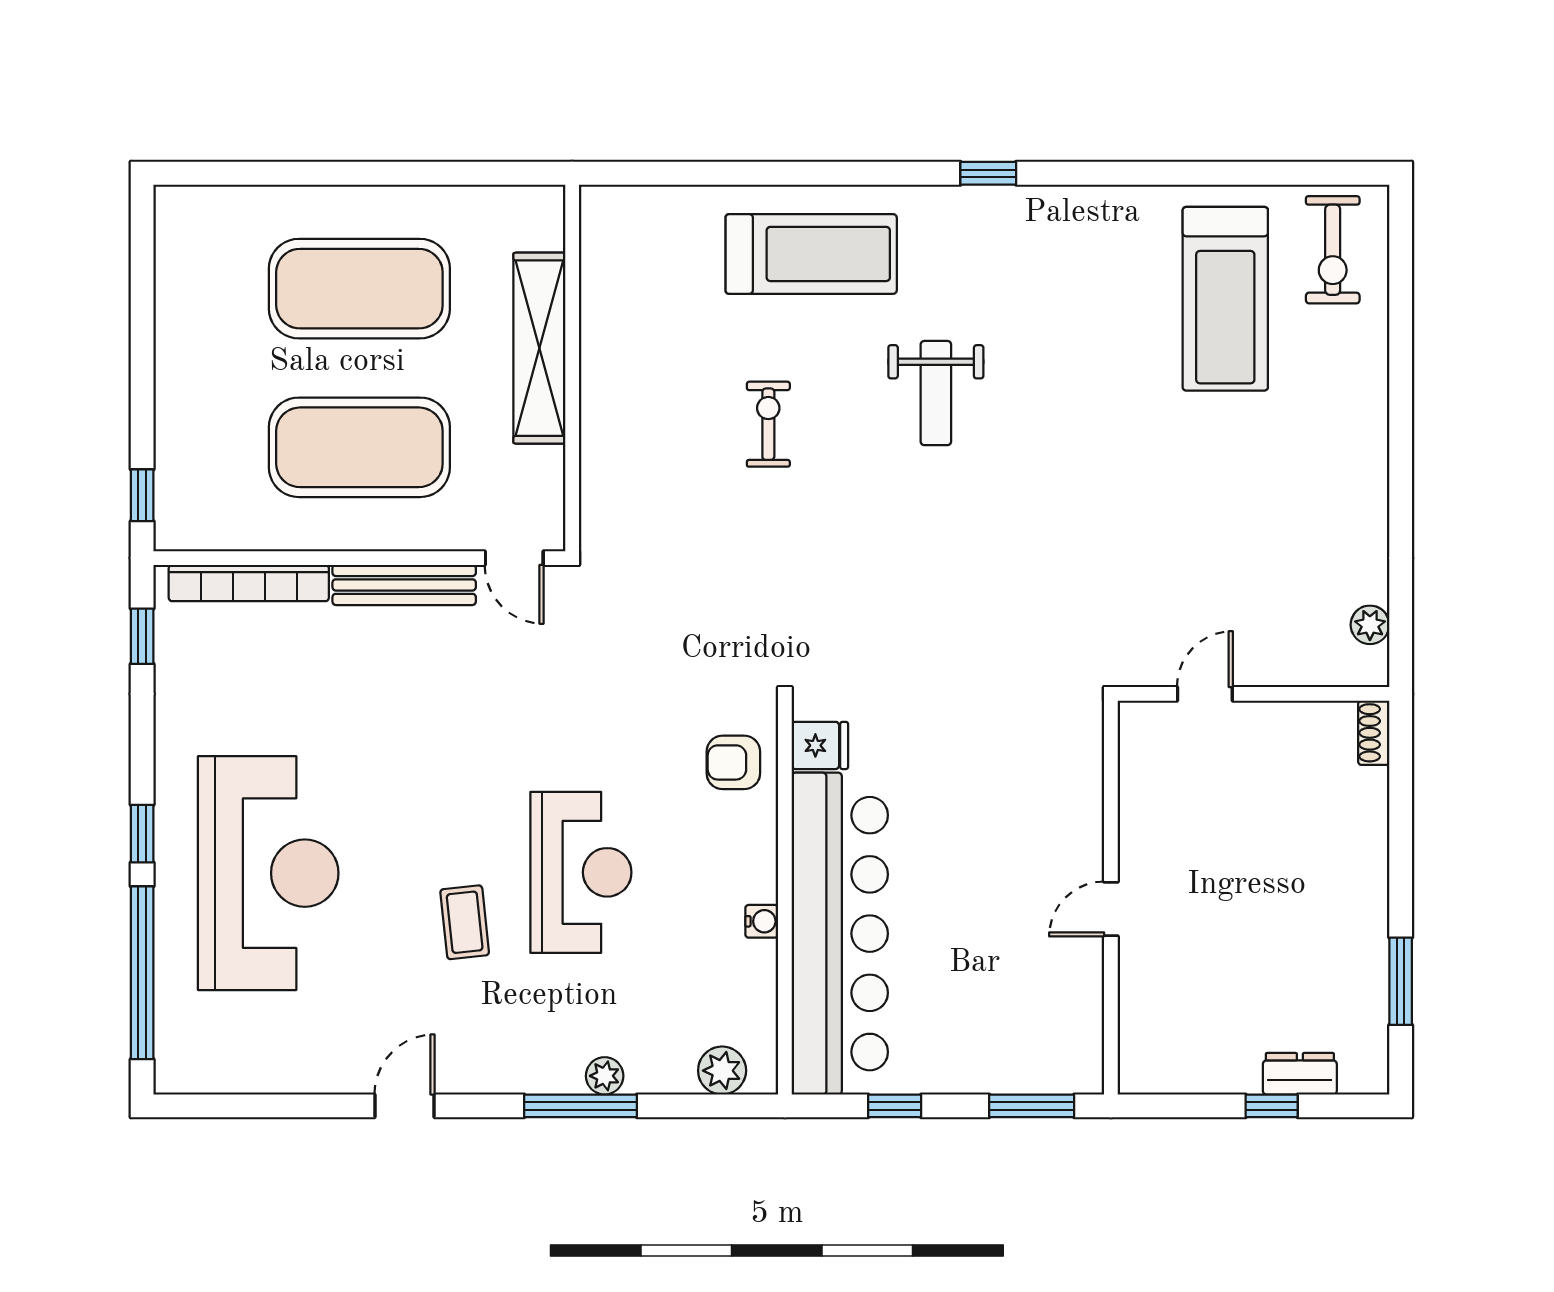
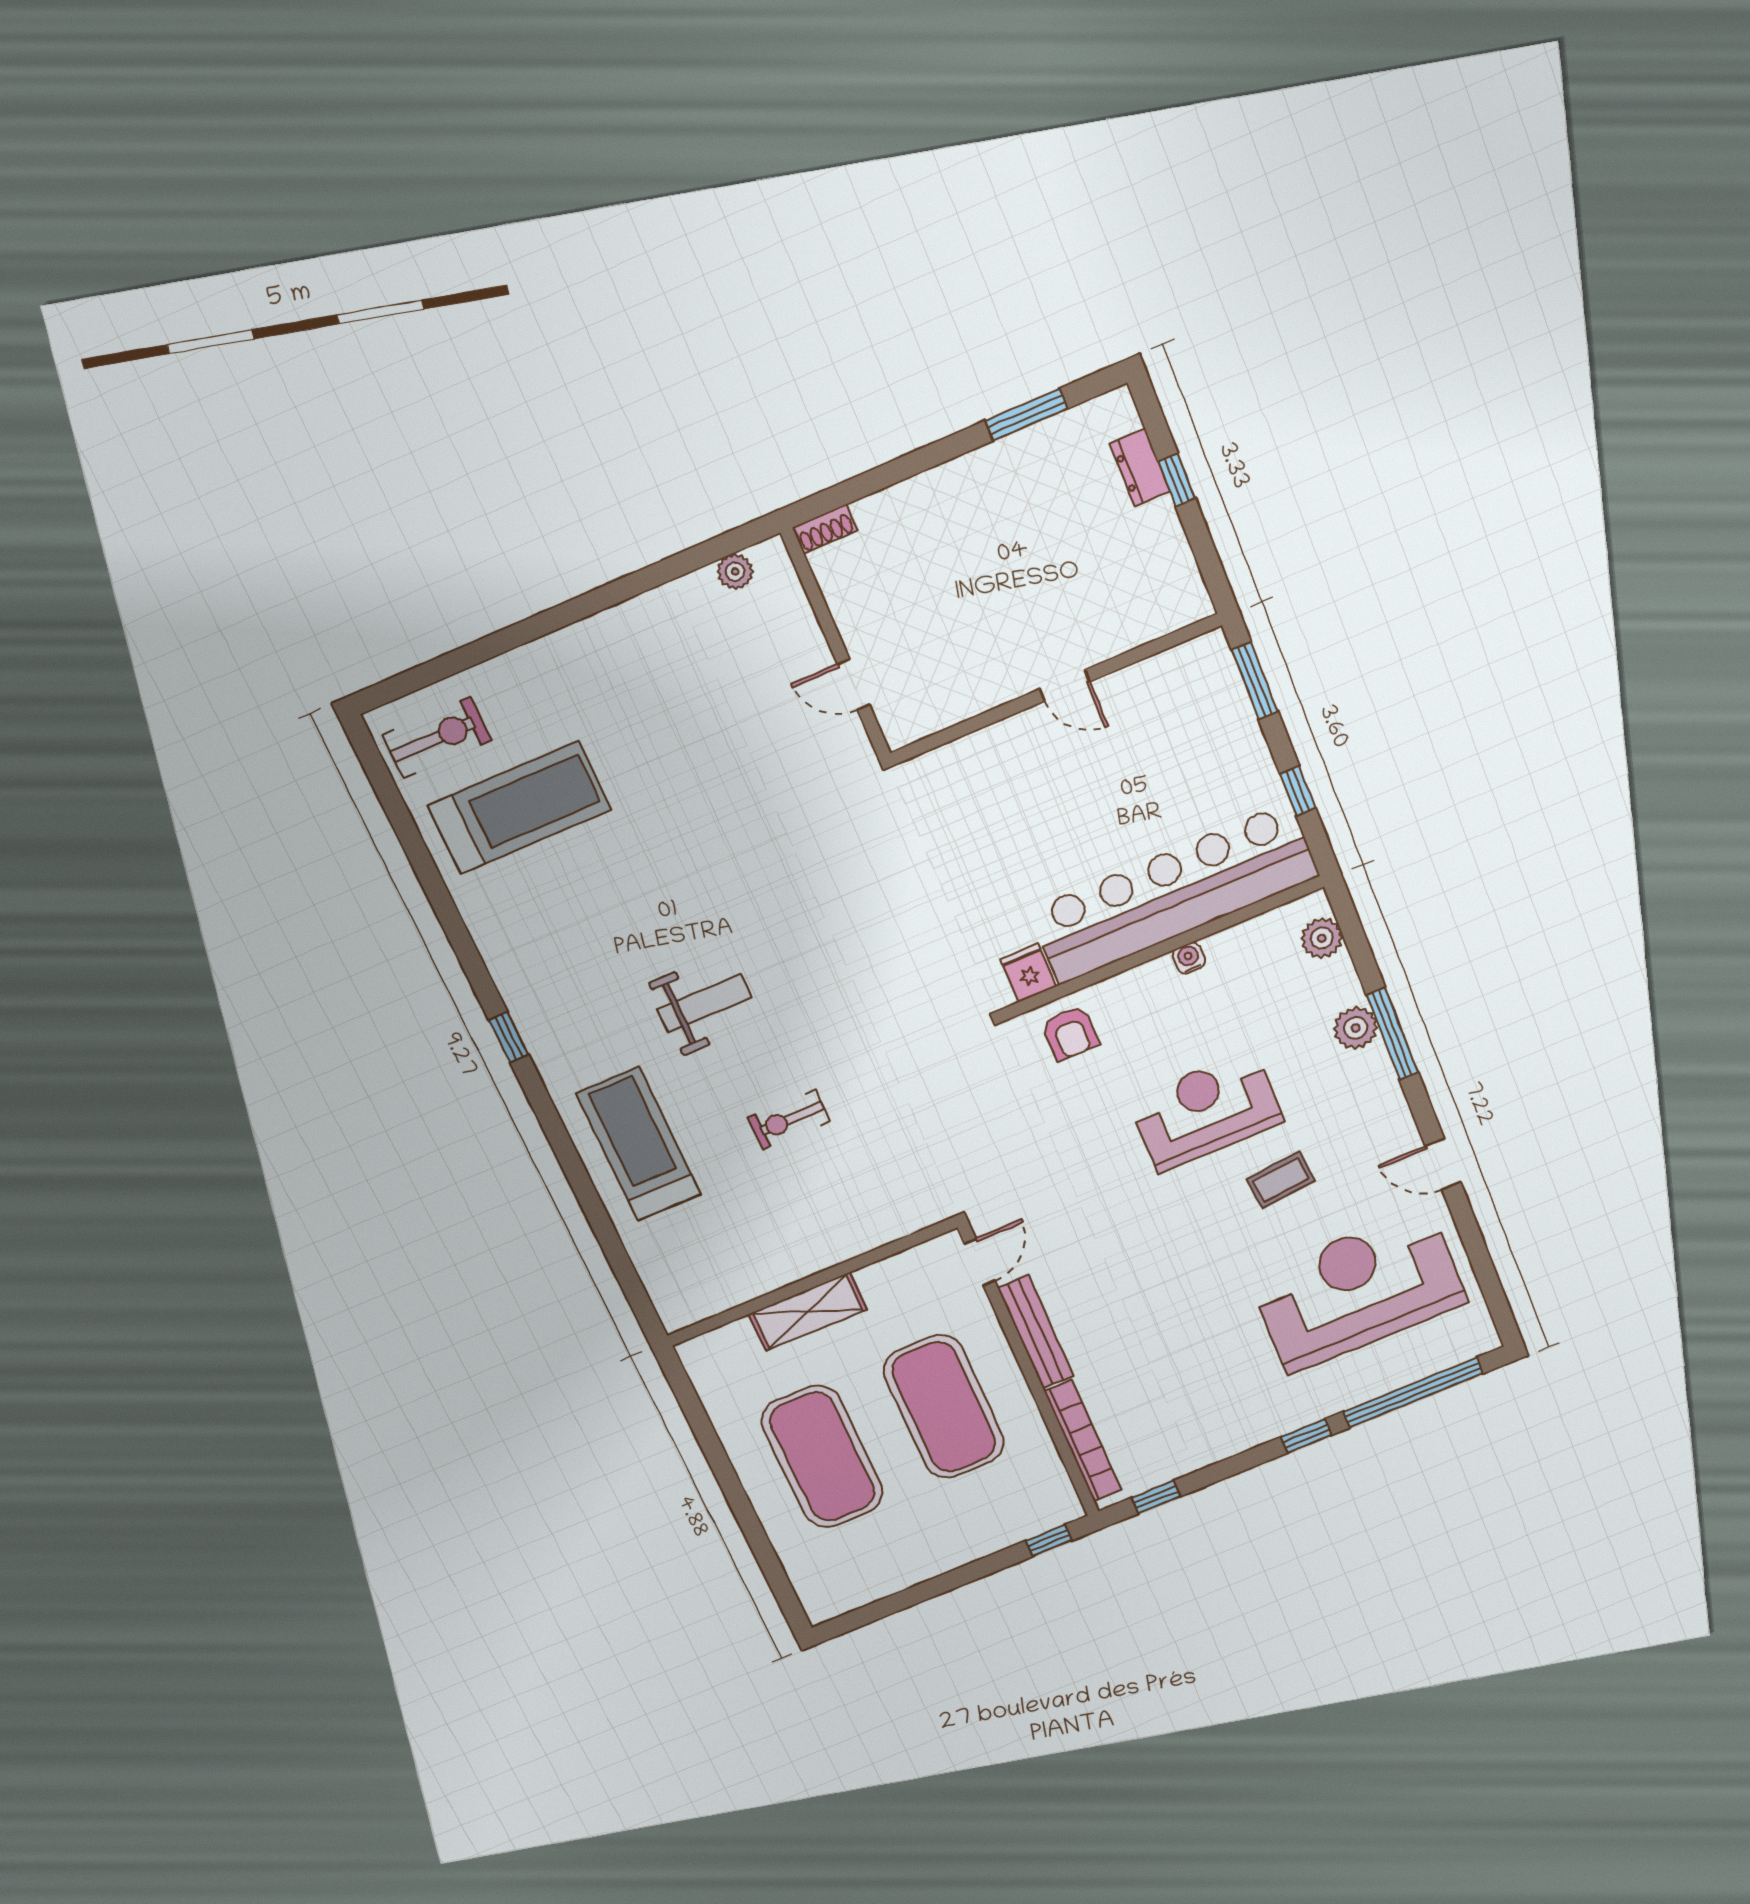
shelving: (539, 348) -> (808, 1312), width x0.68
reception desk: (268, 873) -> (1358, 1290), moved
plant: (605, 1076) -> (1356, 1028), width x1.38, depth x1.38

